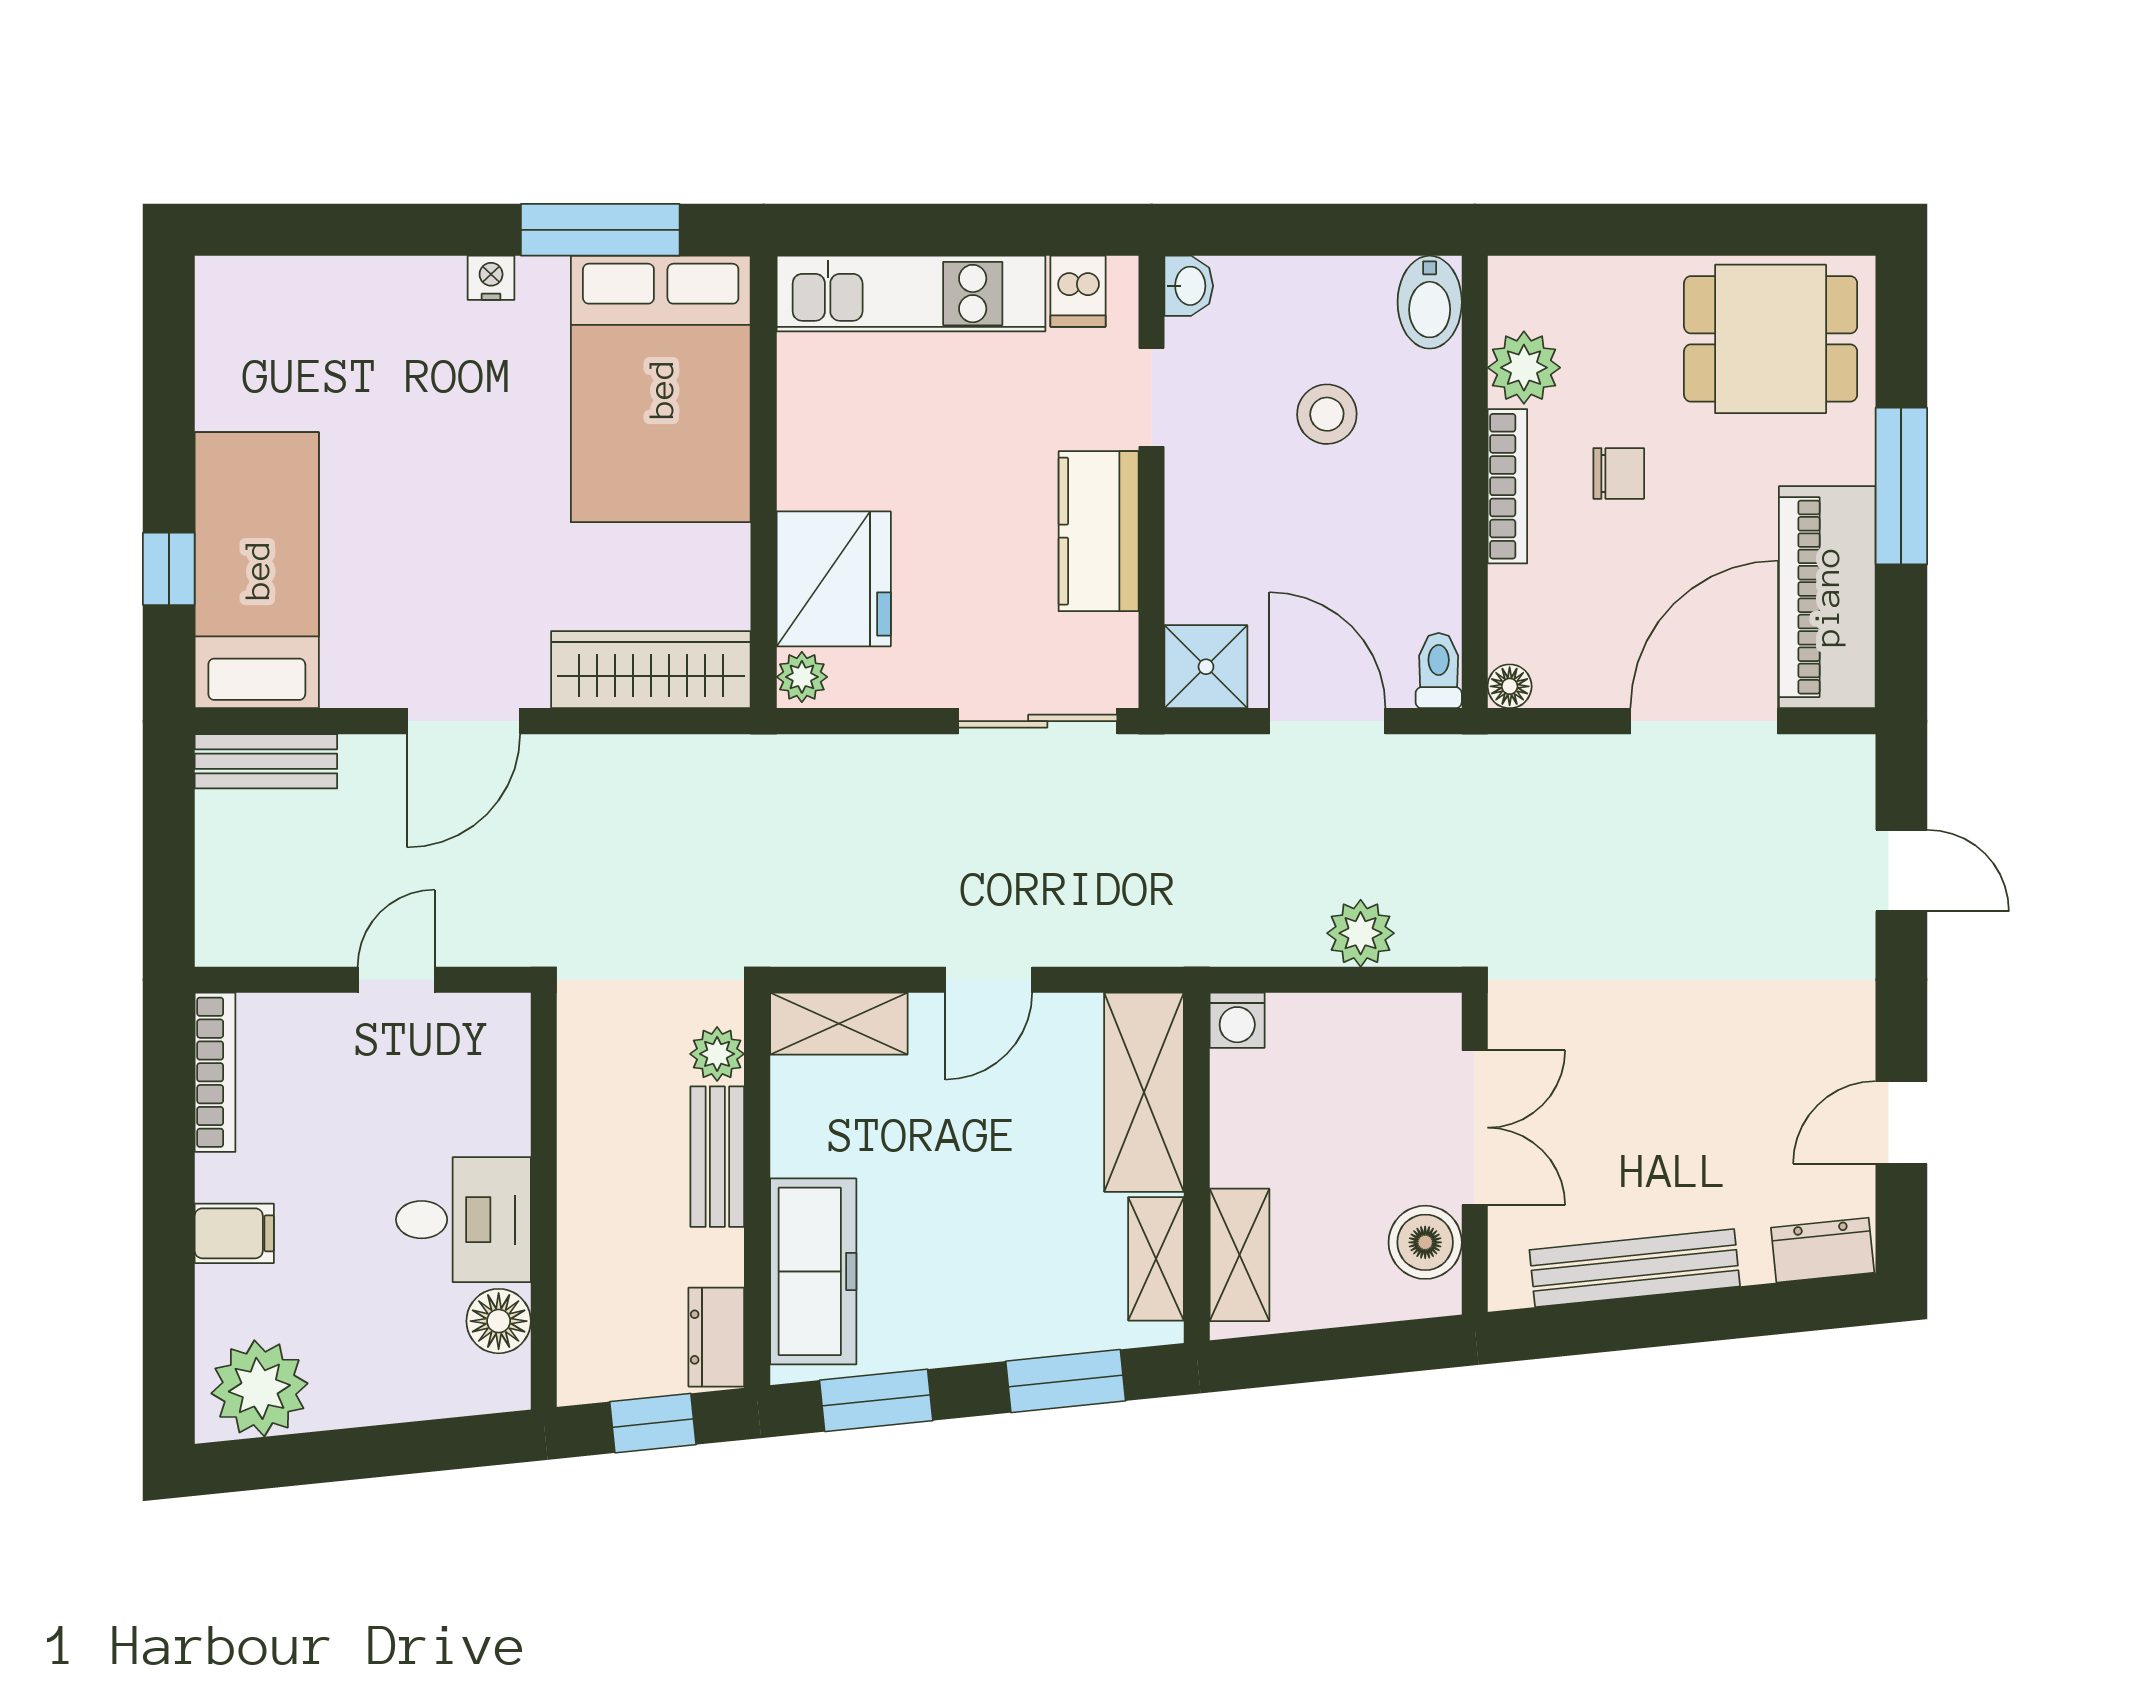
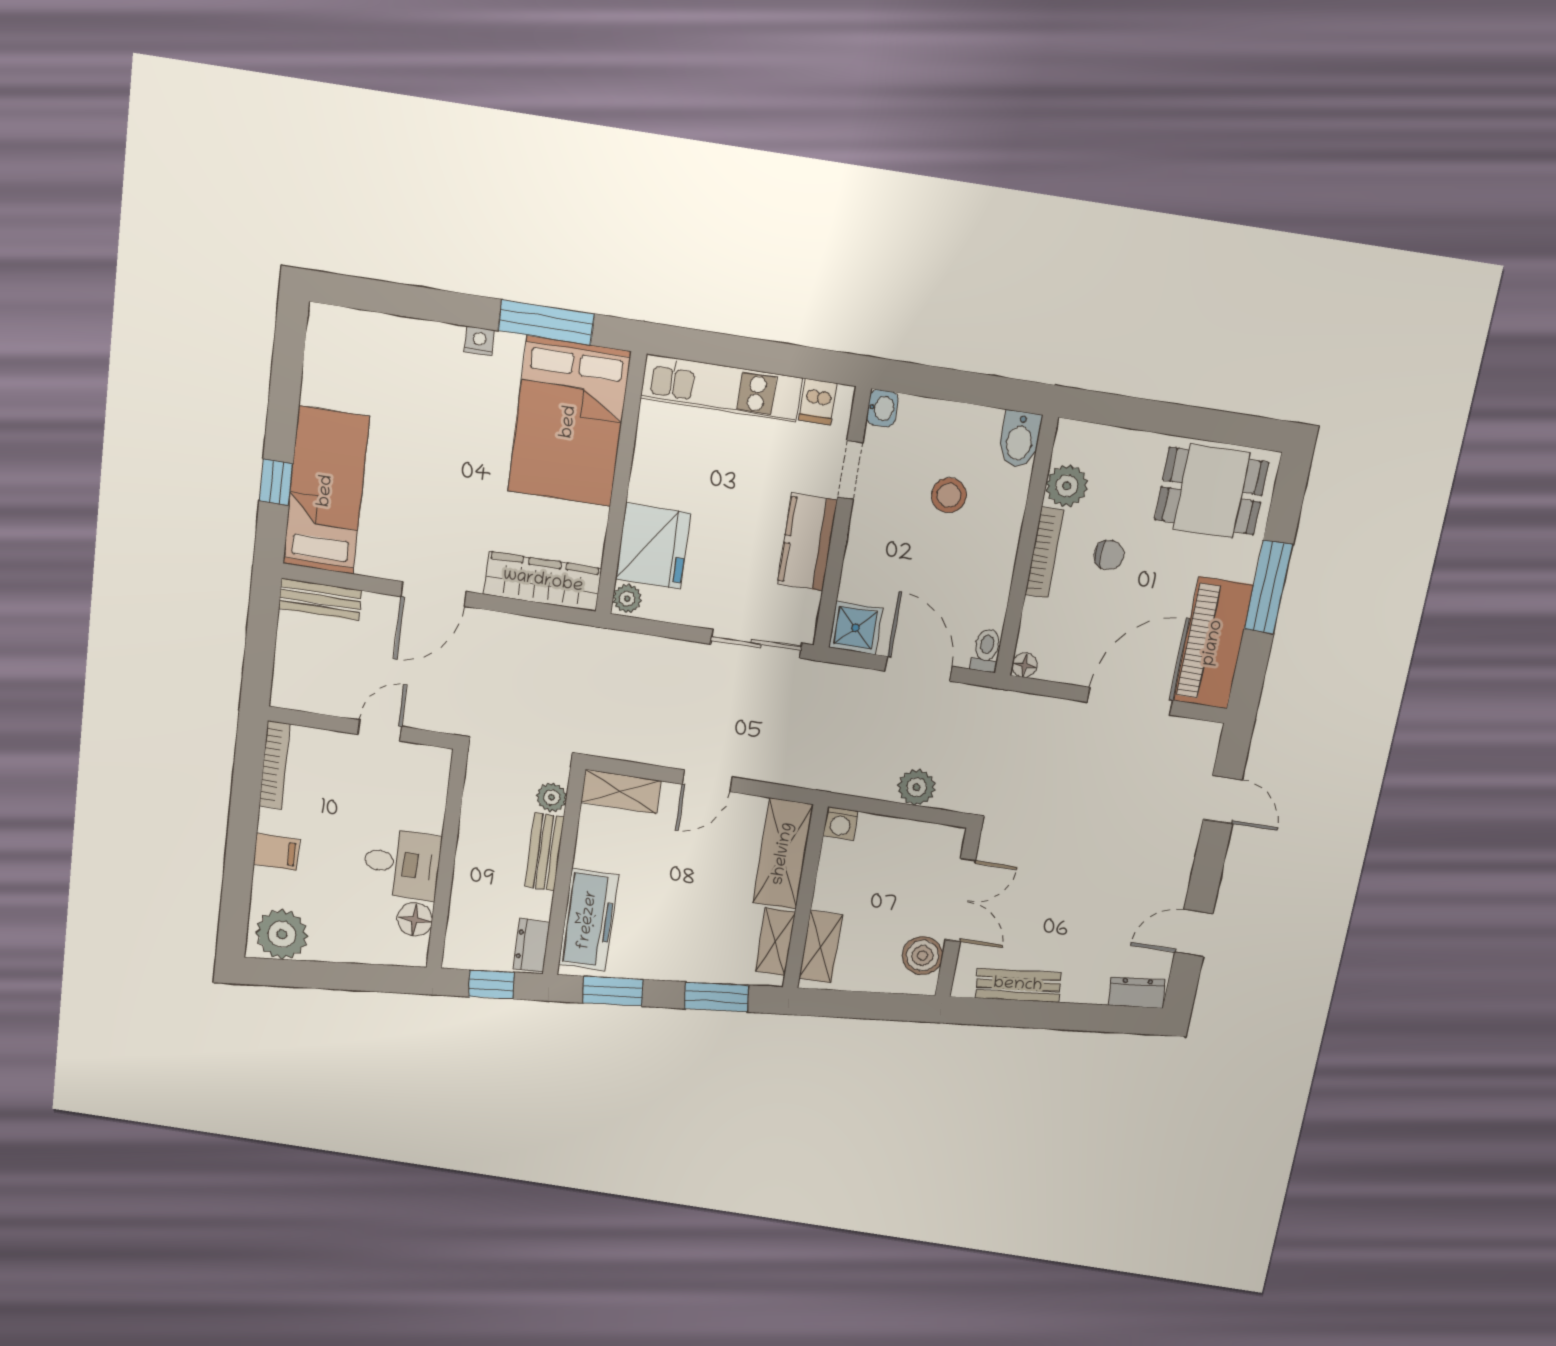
bench: (1635, 1268) -> (1018, 985), width x0.73

